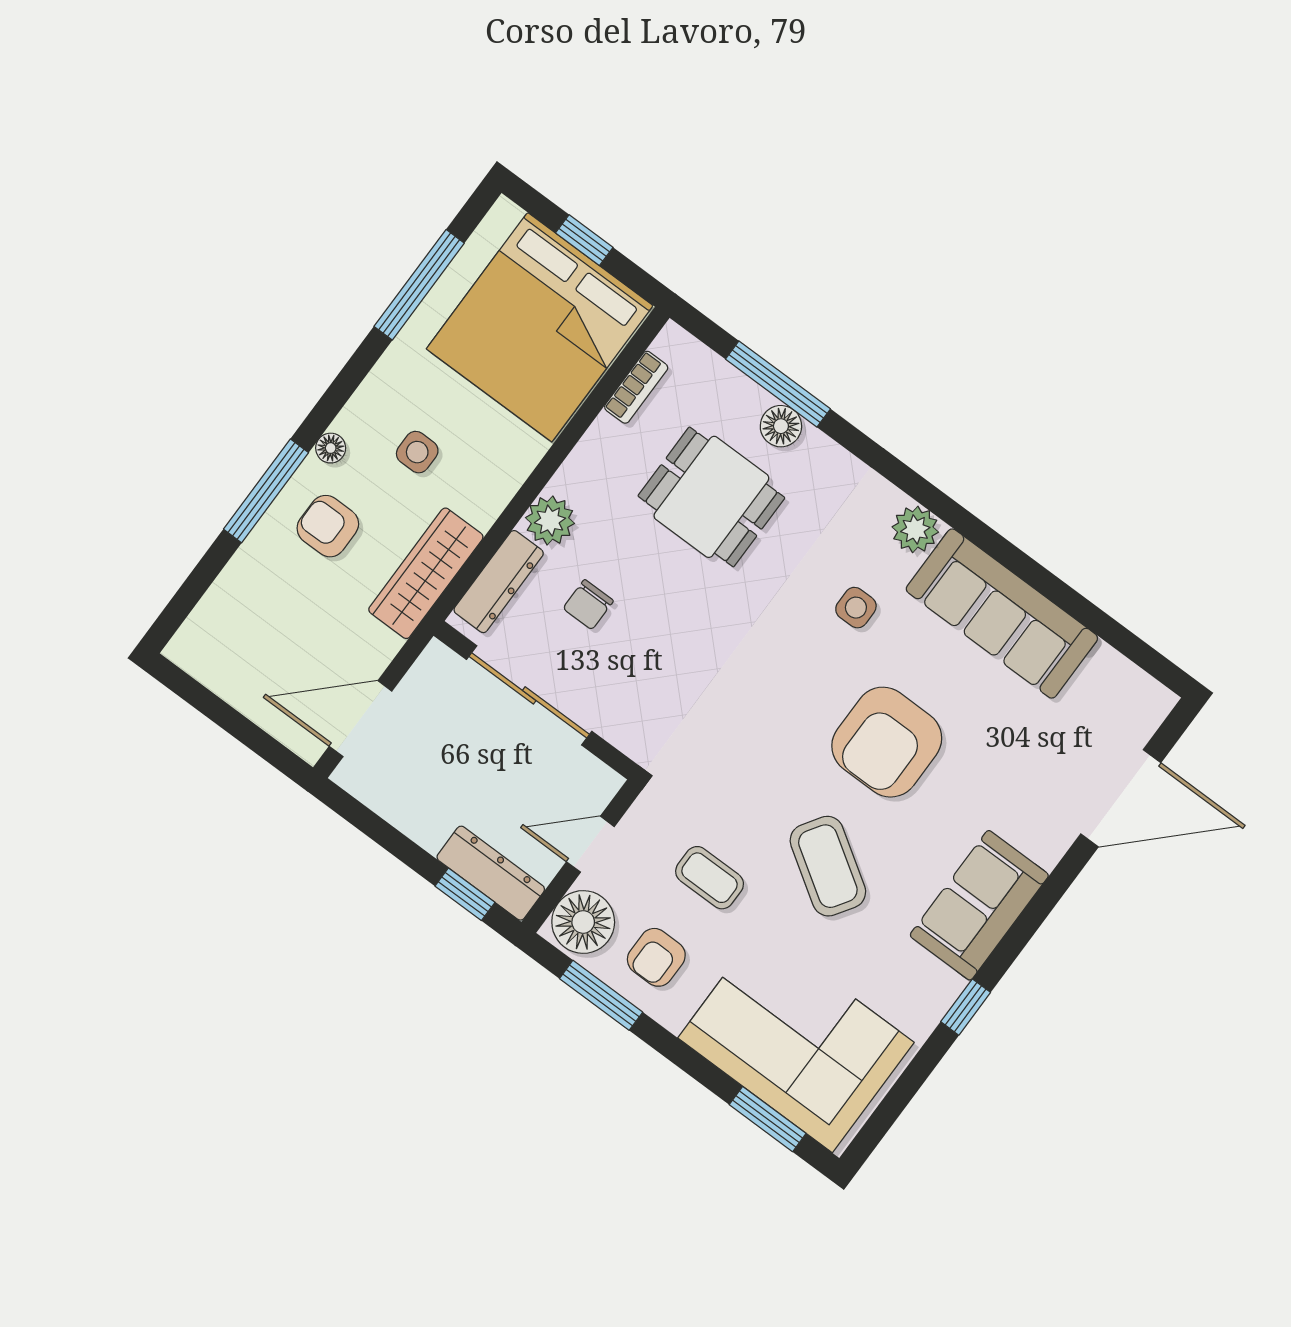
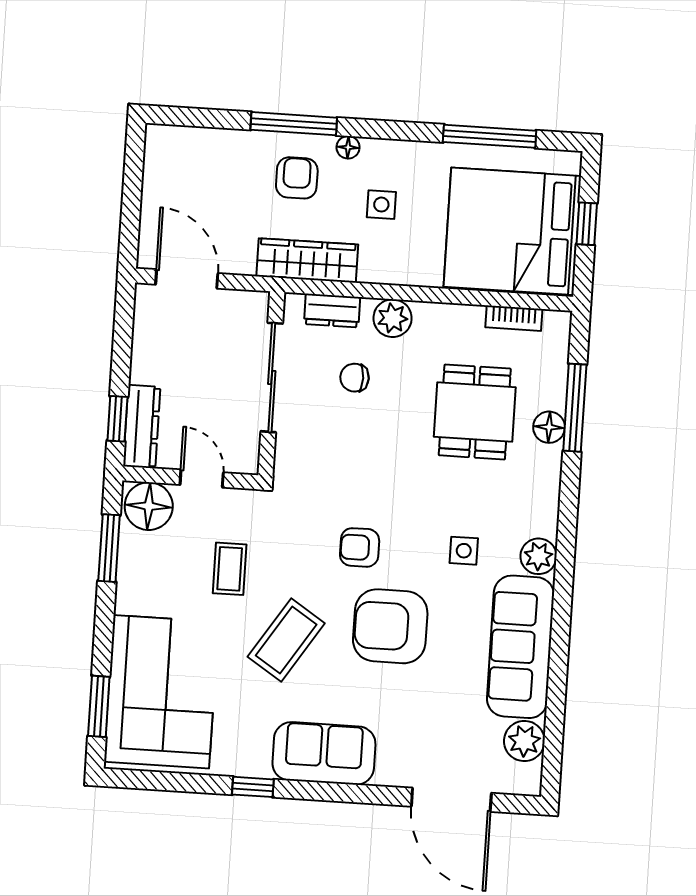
dresser: (499, 582) -> (332, 311), width x0.70
plant: (1108, 676) -> (524, 741), added
armchair: (656, 957) -> (360, 547), moved

